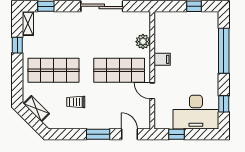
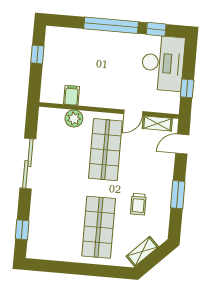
shelving: (28, 23) -> (157, 123), moved
window: (17, 45) -> (65, 268), removed
window: (224, 51) -> (111, 25), moved
filing cabinet: (162, 59) -> (72, 95), moved
window: (98, 134) -> (178, 195), moved

